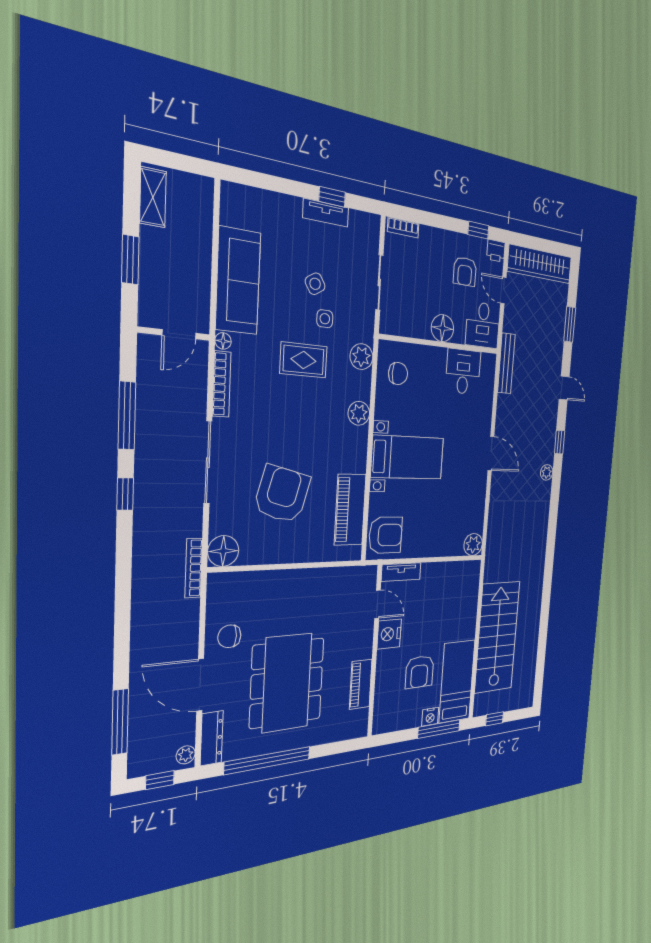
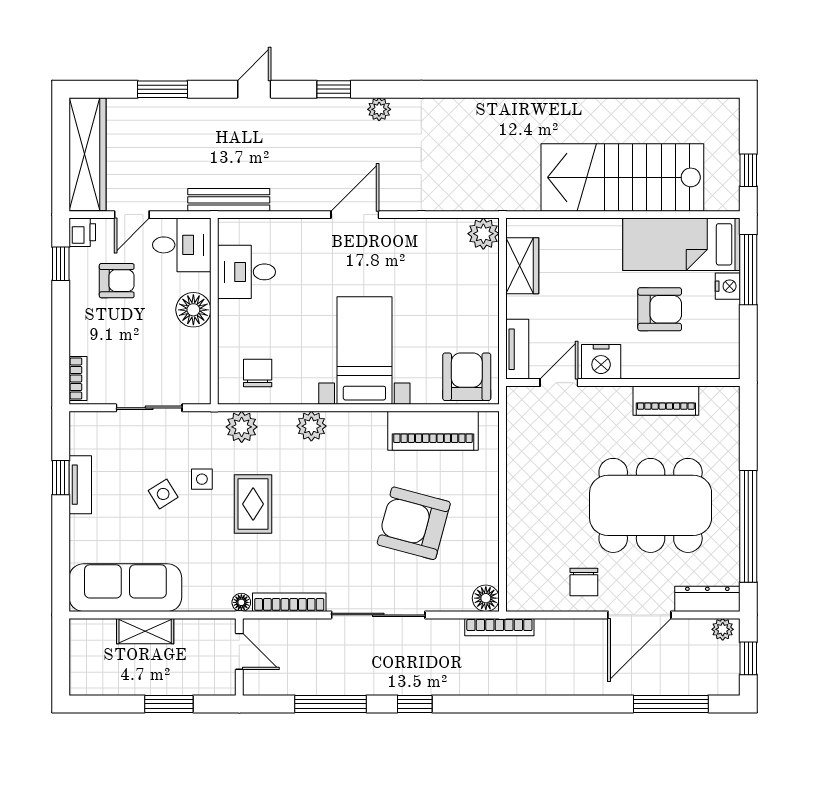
shelving: (153, 197) -> (145, 631), moved
sofa: (238, 281) -> (125, 588), moved
floor lamp: (223, 551) -> (486, 598), width x0.73, depth x0.73
wardrobe: (452, 573) -> (522, 266), added

